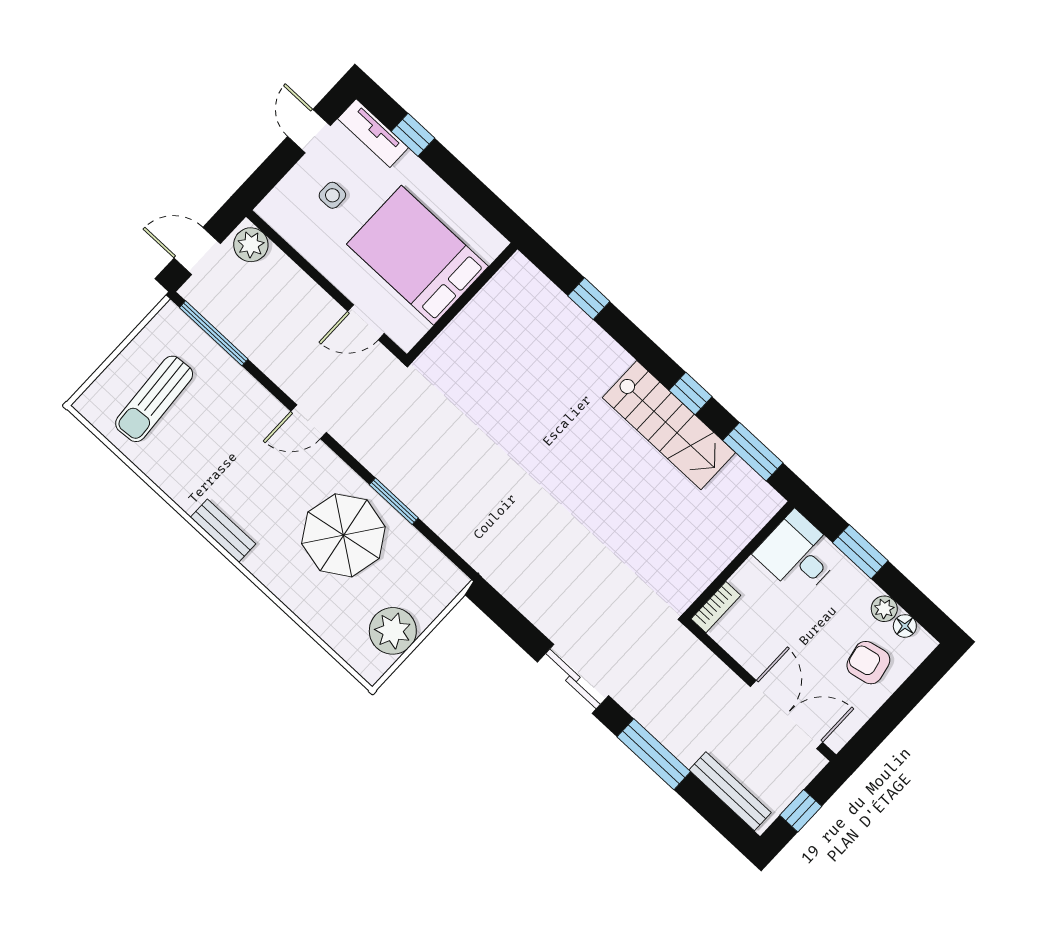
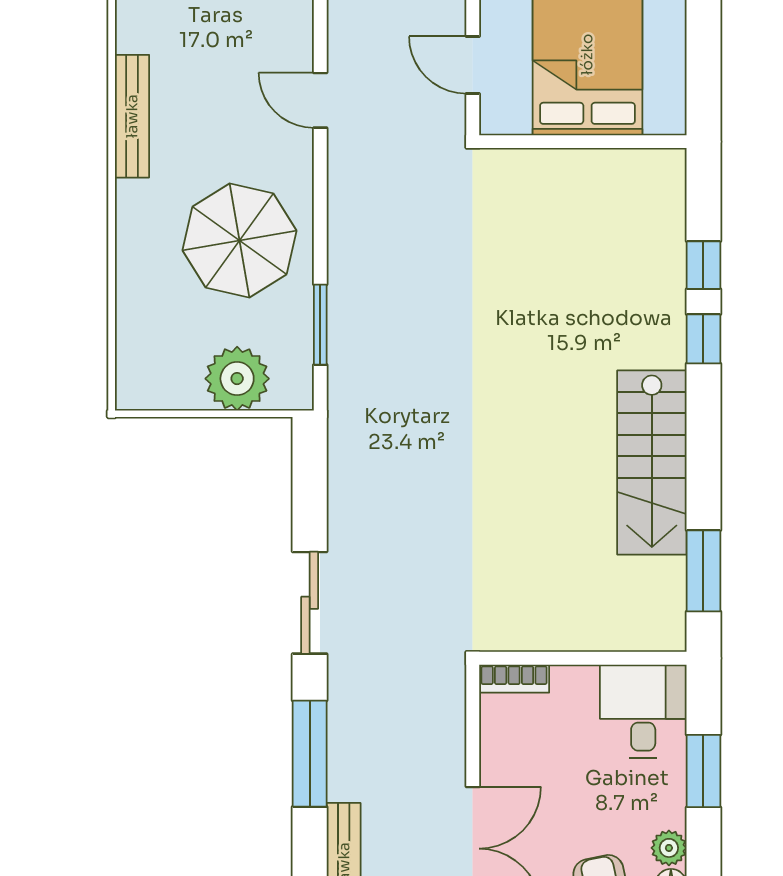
window: (691, 393) -> (703, 339), moved
window: (394, 501) -> (320, 325), moved
bench: (223, 531) -> (132, 116), width x1.36
plant: (393, 631) -> (237, 379), moved

